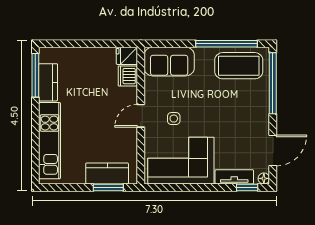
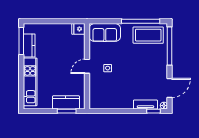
dishwasher: (128, 76) -> (79, 42), removed
corner sofa: (181, 161) -> (112, 94), removed

